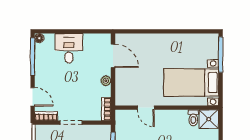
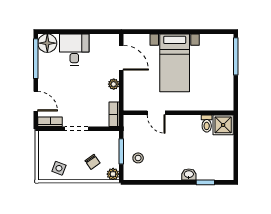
floor lamp: (39, 38) -> (47, 43), width x1.89, depth x1.89
bed with nightstands: (191, 83) -> (175, 63), moved, turned -90

